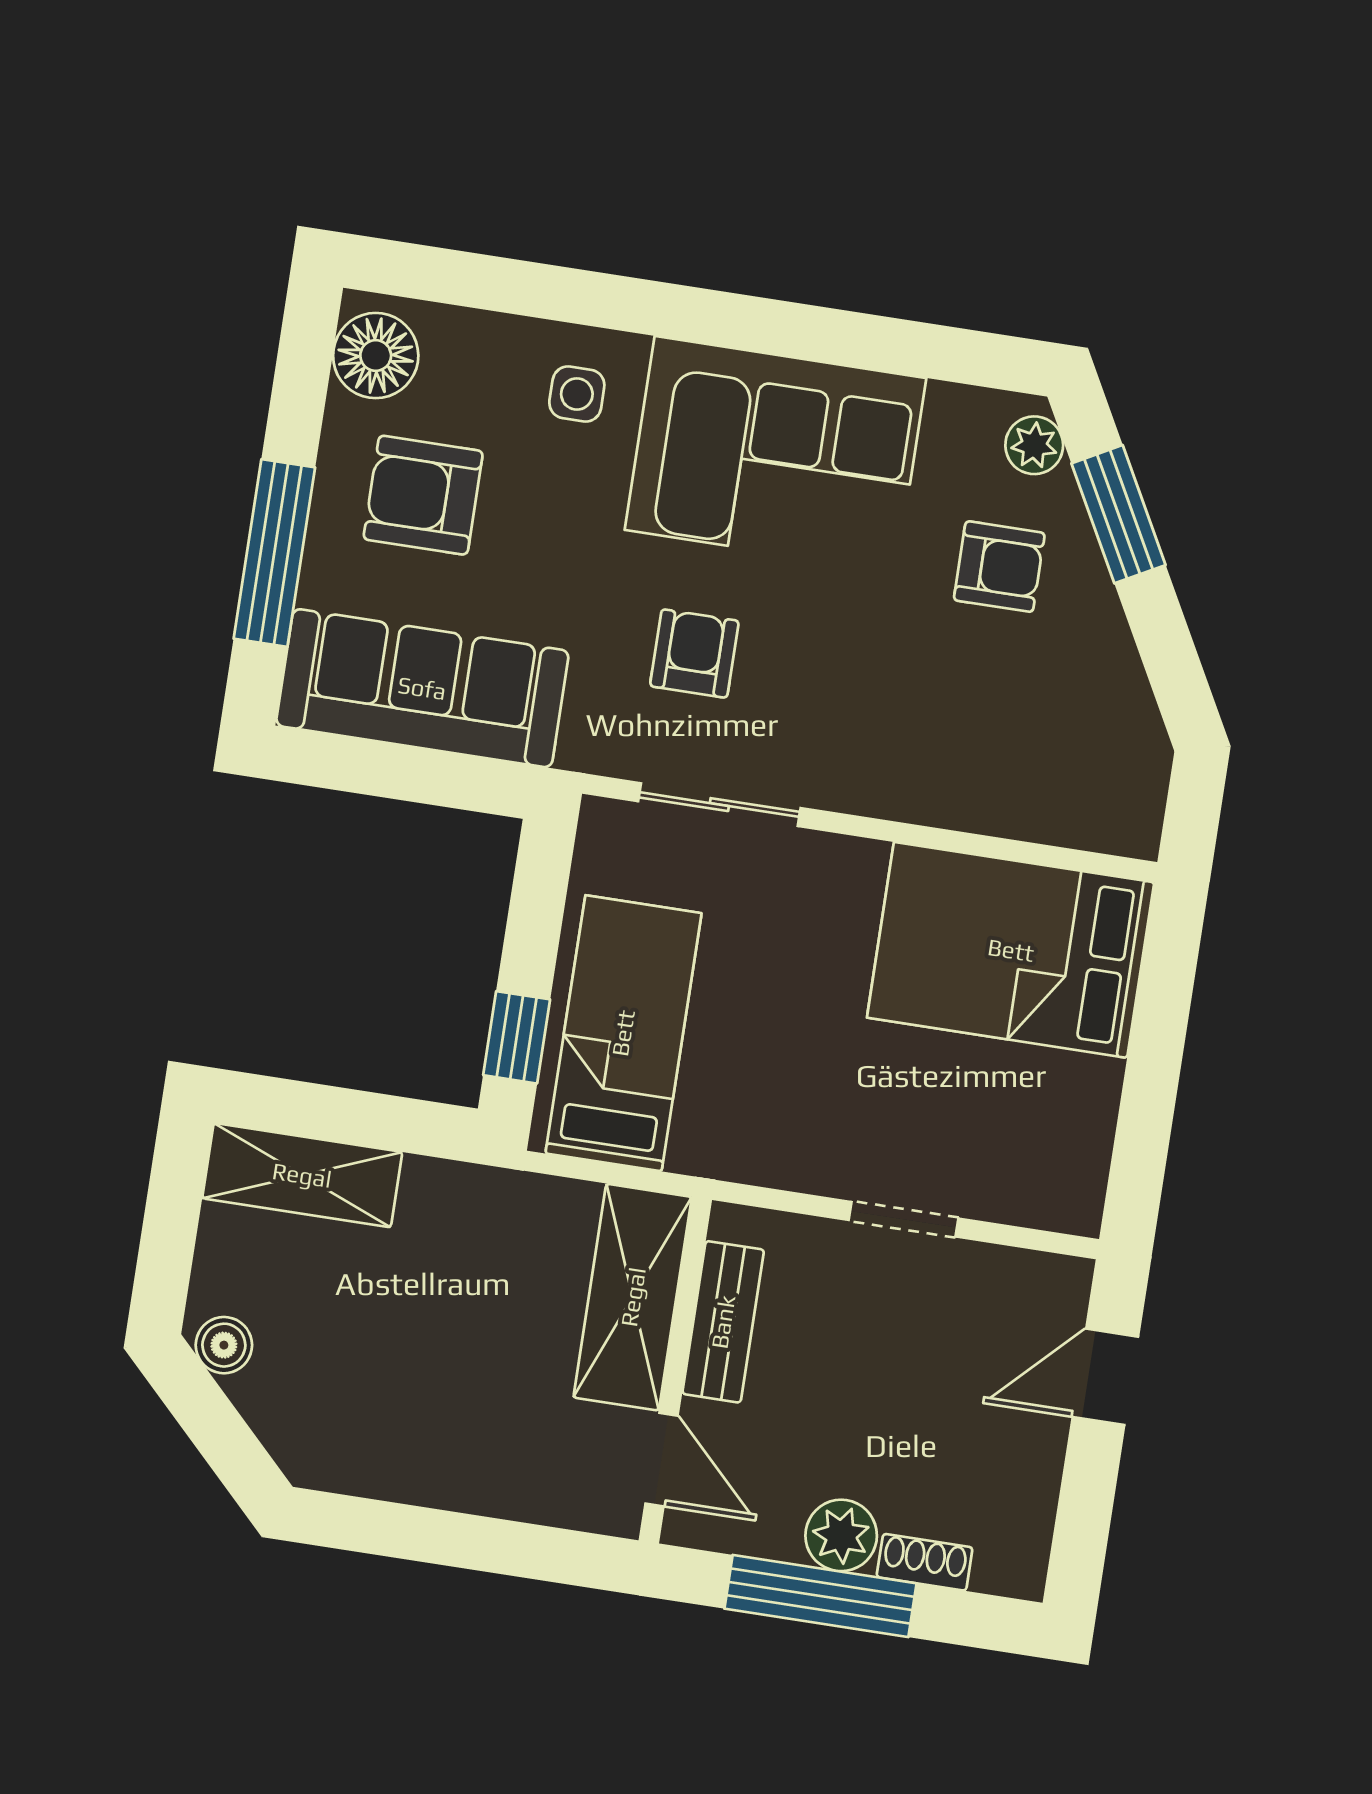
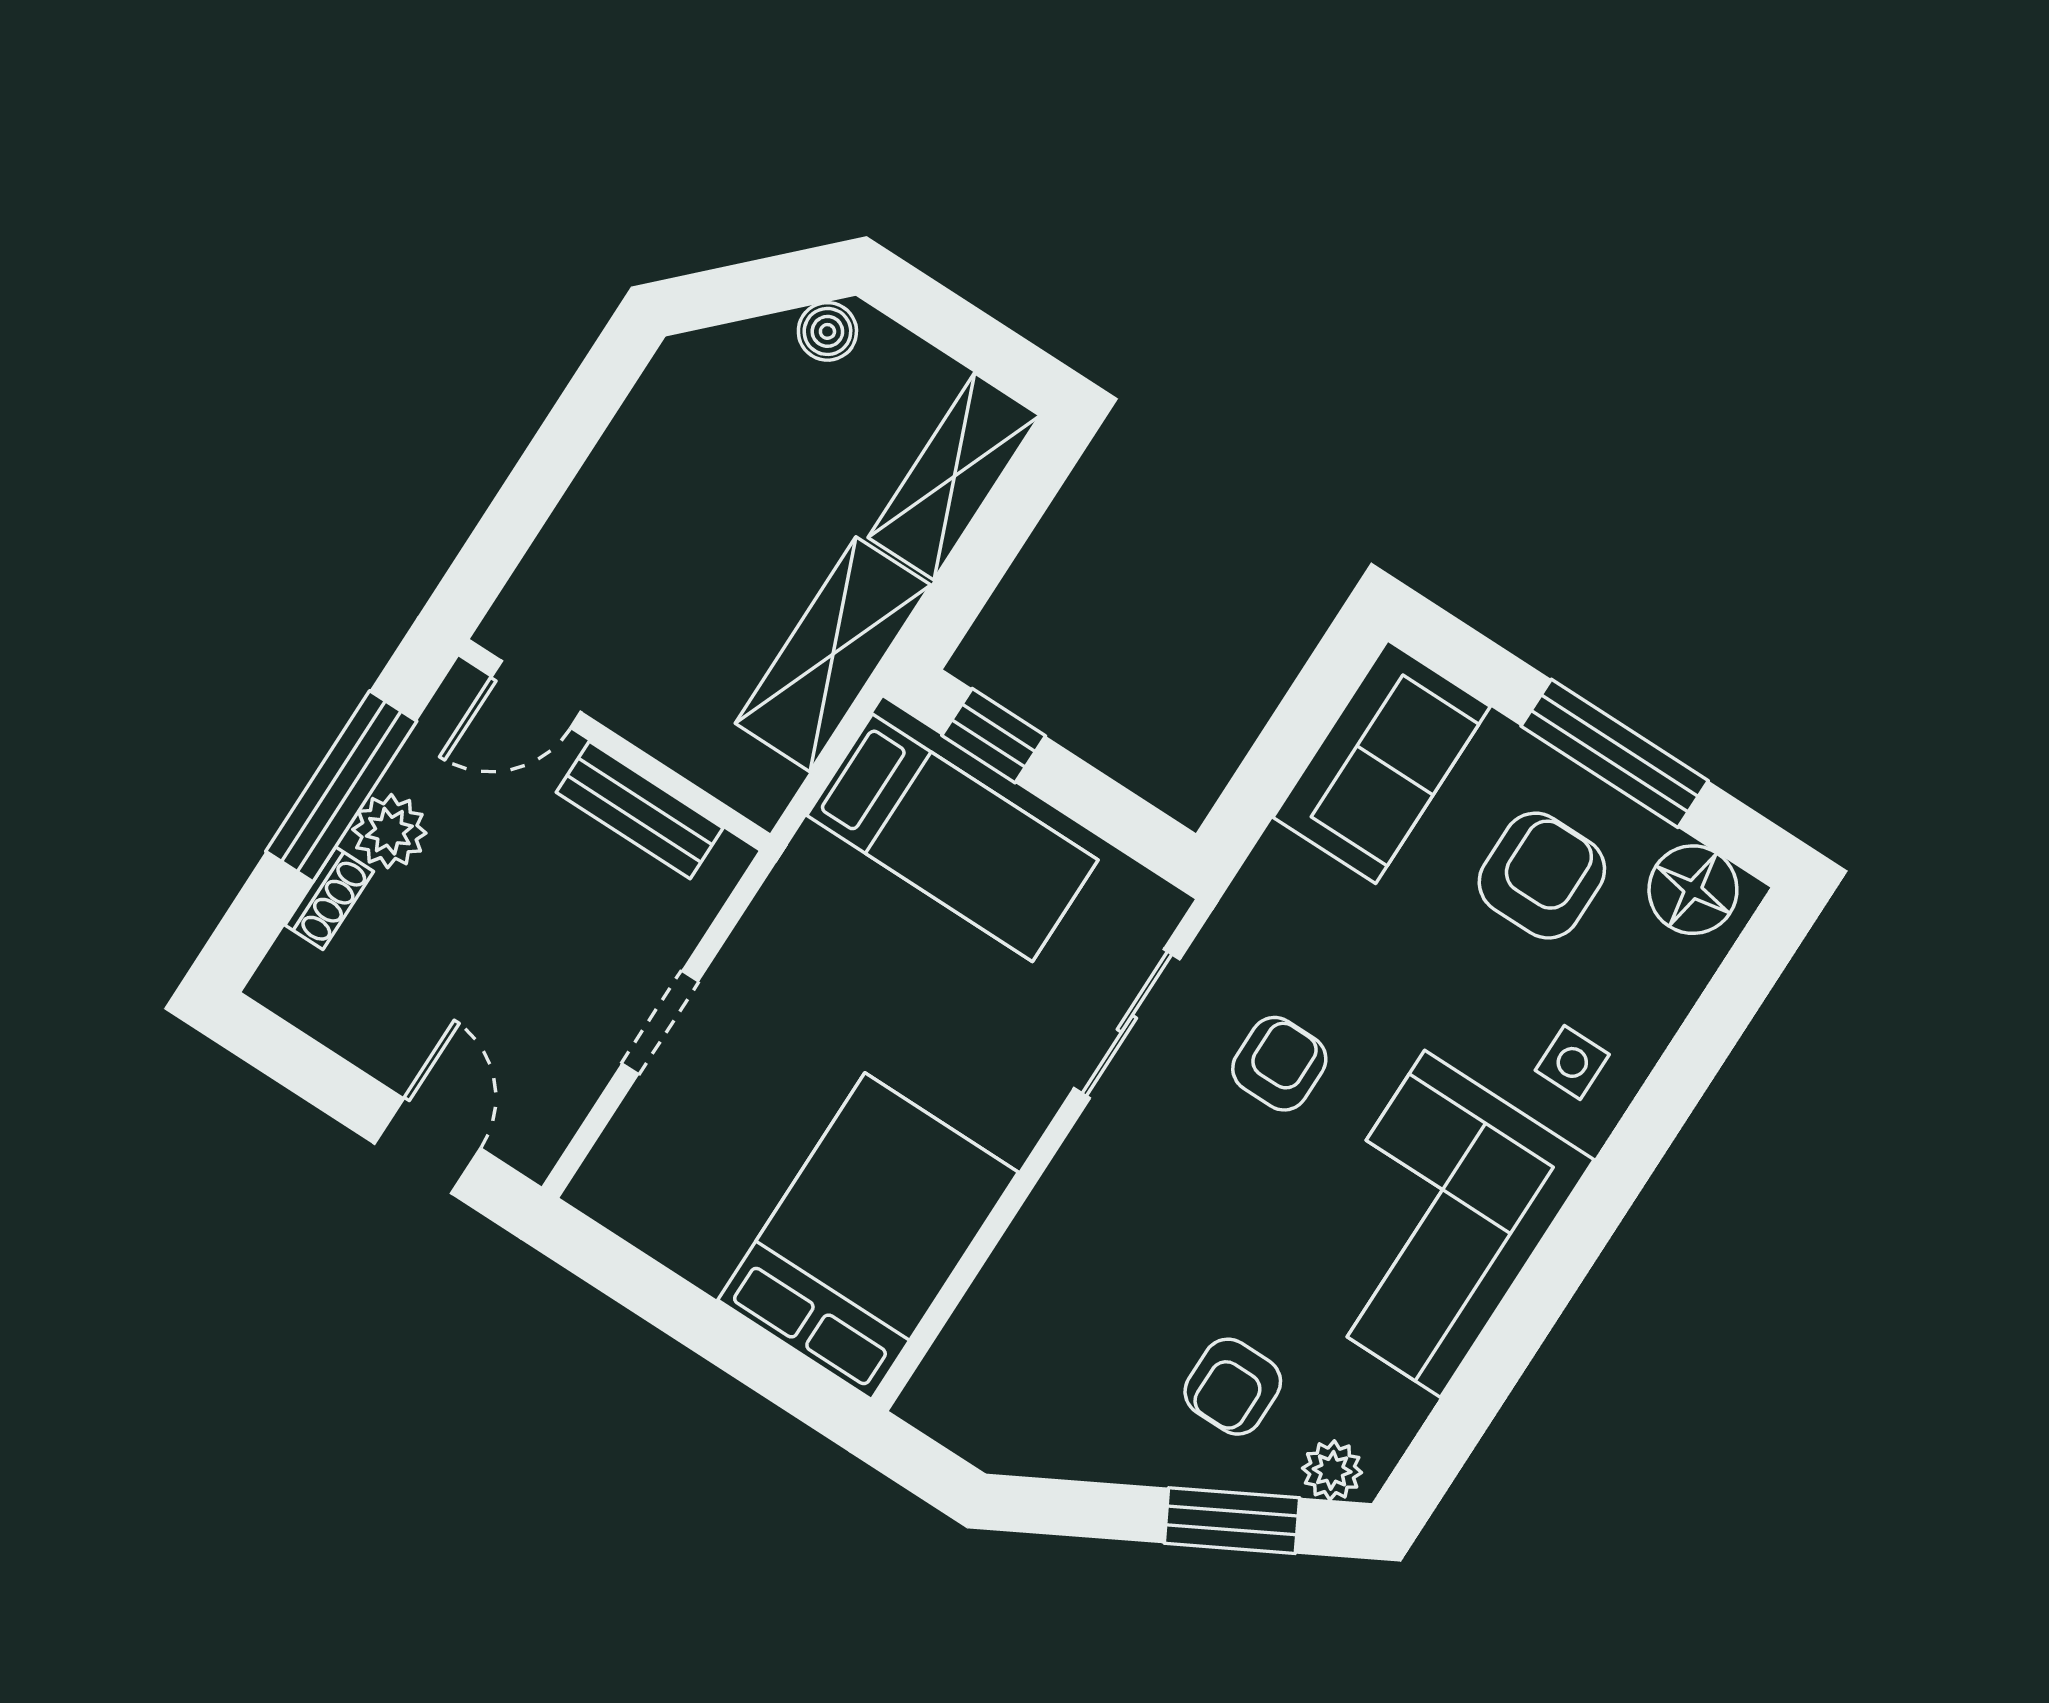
window: (274, 553) -> (1615, 753), moved
armchair: (694, 654) -> (1279, 1064), turned -90
sofa: (422, 688) -> (1382, 762), width x0.73
shelving: (633, 1297) -> (833, 654), moved, turned 90

